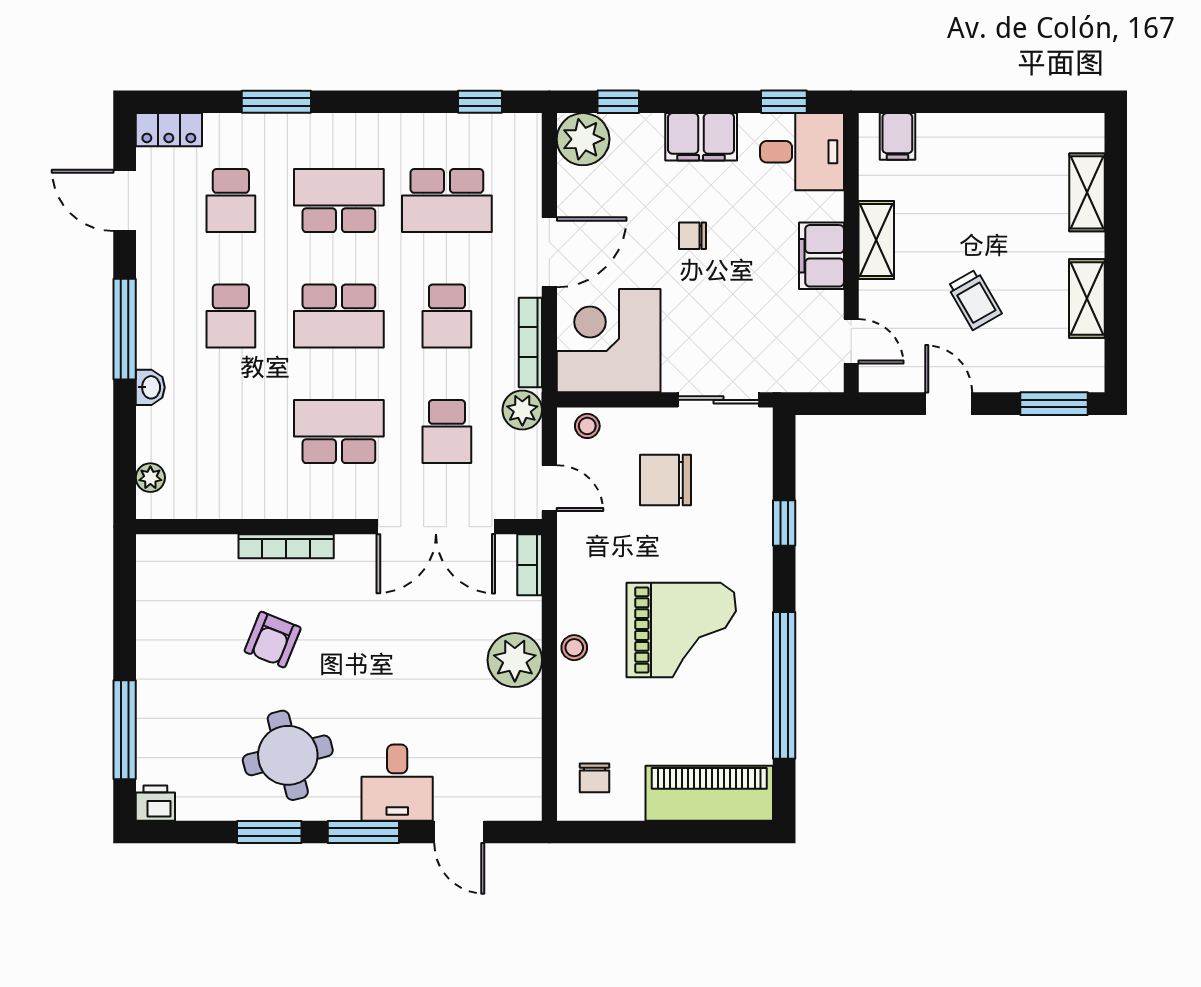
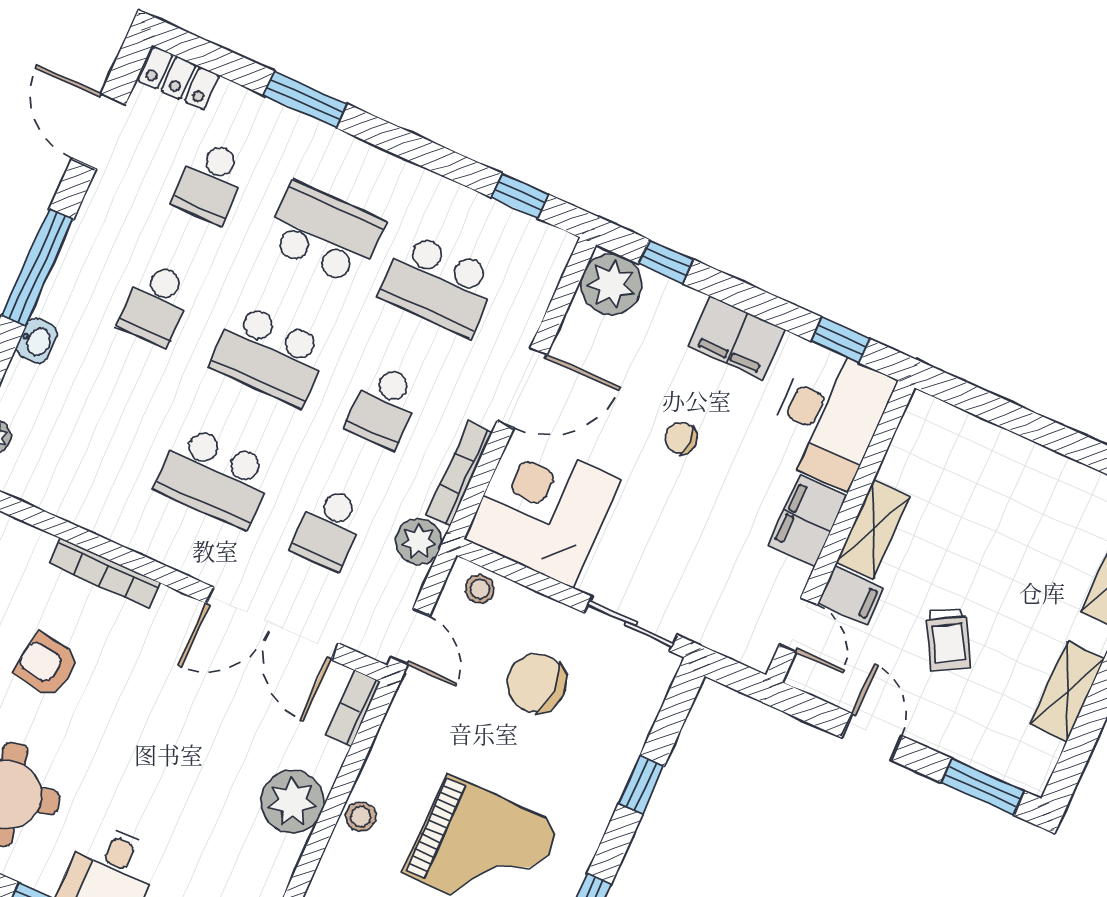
filing cabinet: (897, 136) -> (851, 596), moved, turned -90
desk: (802, 152) -> (829, 417), width x1.37
school desk: (339, 432) -> (215, 477), turned 180
armchair: (273, 640) -> (46, 665), turned 77

